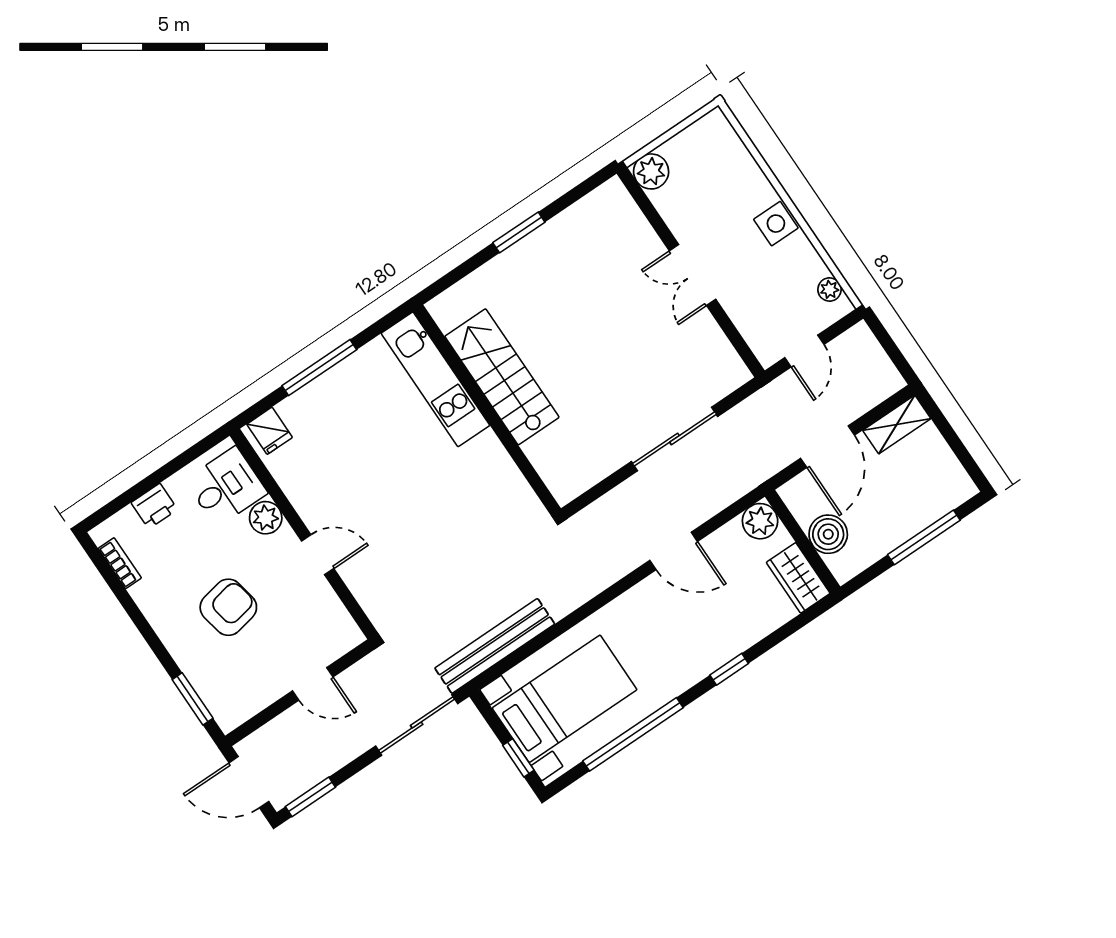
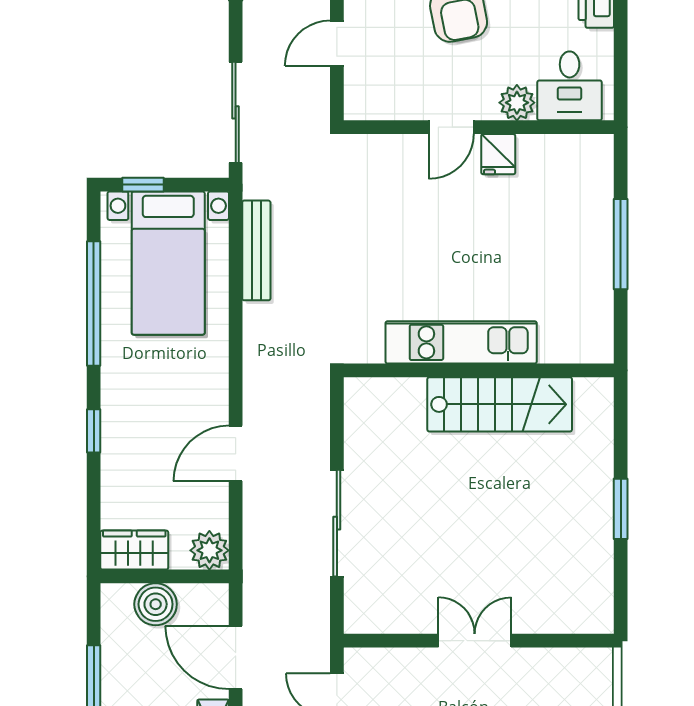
plant: (651, 171) -> (595, 667), removed
kitchen unit: (435, 379) -> (461, 342), moved
fridge: (270, 431) -> (498, 154), moved, turned -90
bench: (495, 646) -> (256, 250), width x0.73, depth x0.82

